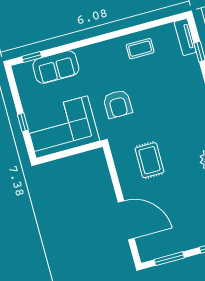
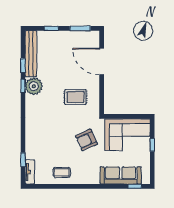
sofa: (56, 67) -> (121, 175), width x1.36
armchair: (118, 104) -> (86, 140), turned -114
rug: (150, 160) -> (75, 97), turned 90

